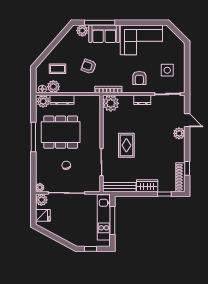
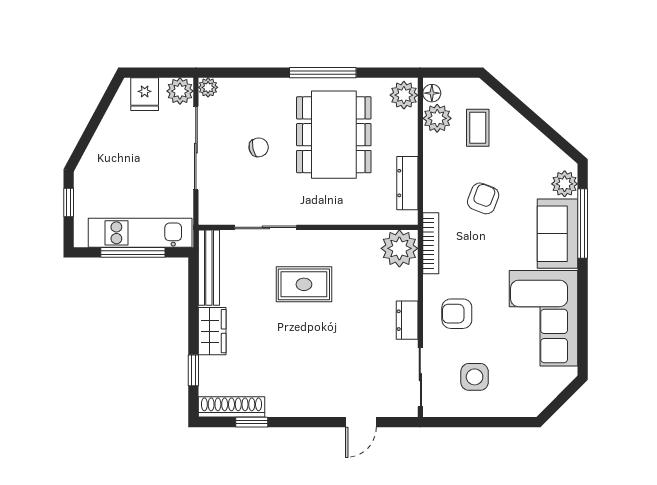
dresser: (62, 100) -> (407, 183), moved
plant: (179, 133) -> (331, 404), removed

